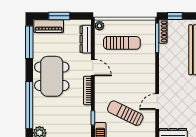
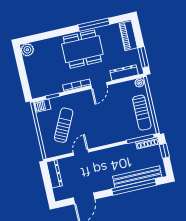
window: (59, 16) -> (143, 57), moved
window: (29, 42) -> (94, 25), moved
sun lounger: (122, 43) -> (142, 113), moved
door: (157, 102) -> (81, 152), hinge flipped
window: (29, 105) -> (51, 34), removed

